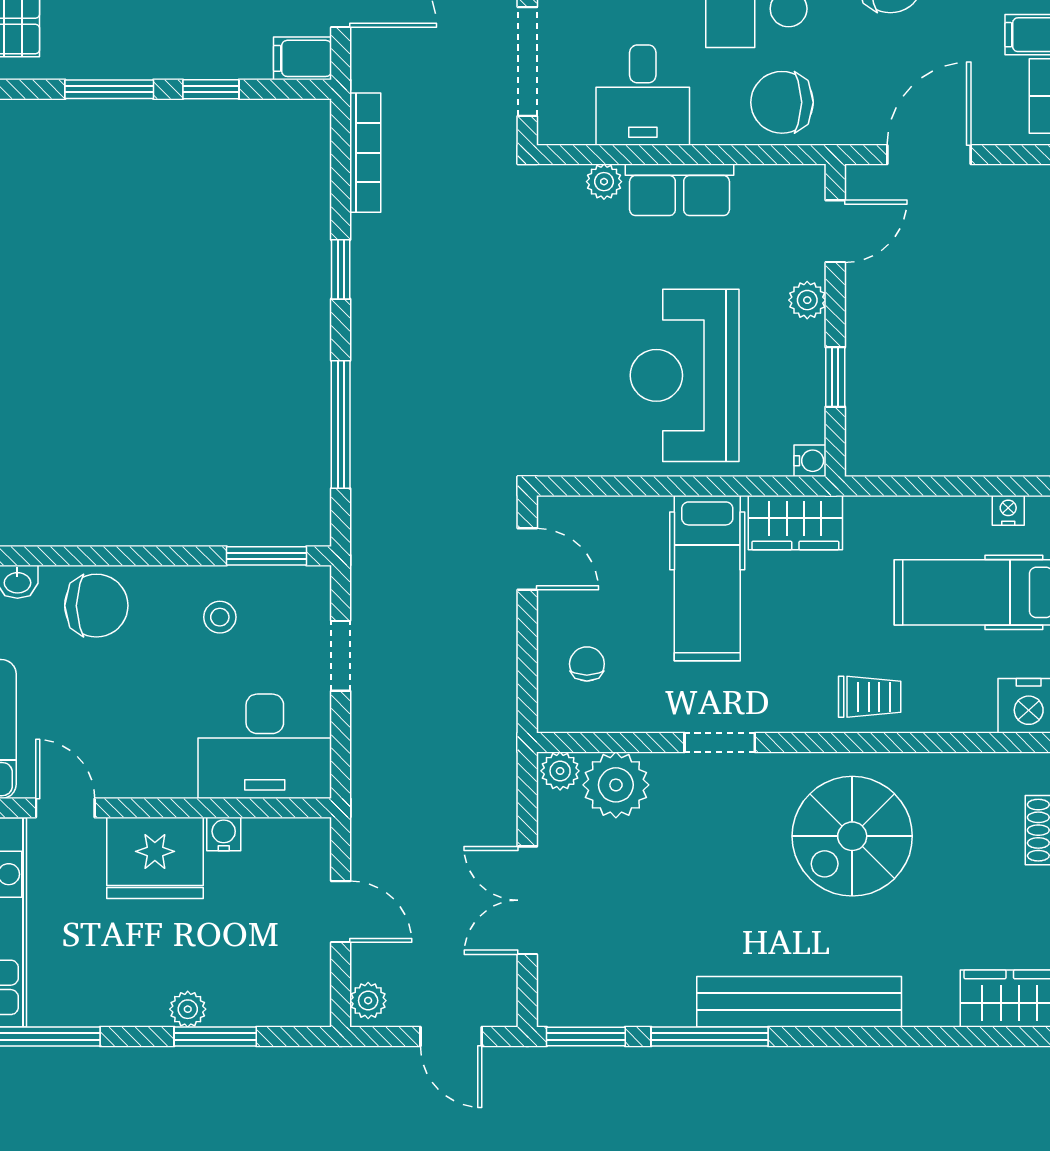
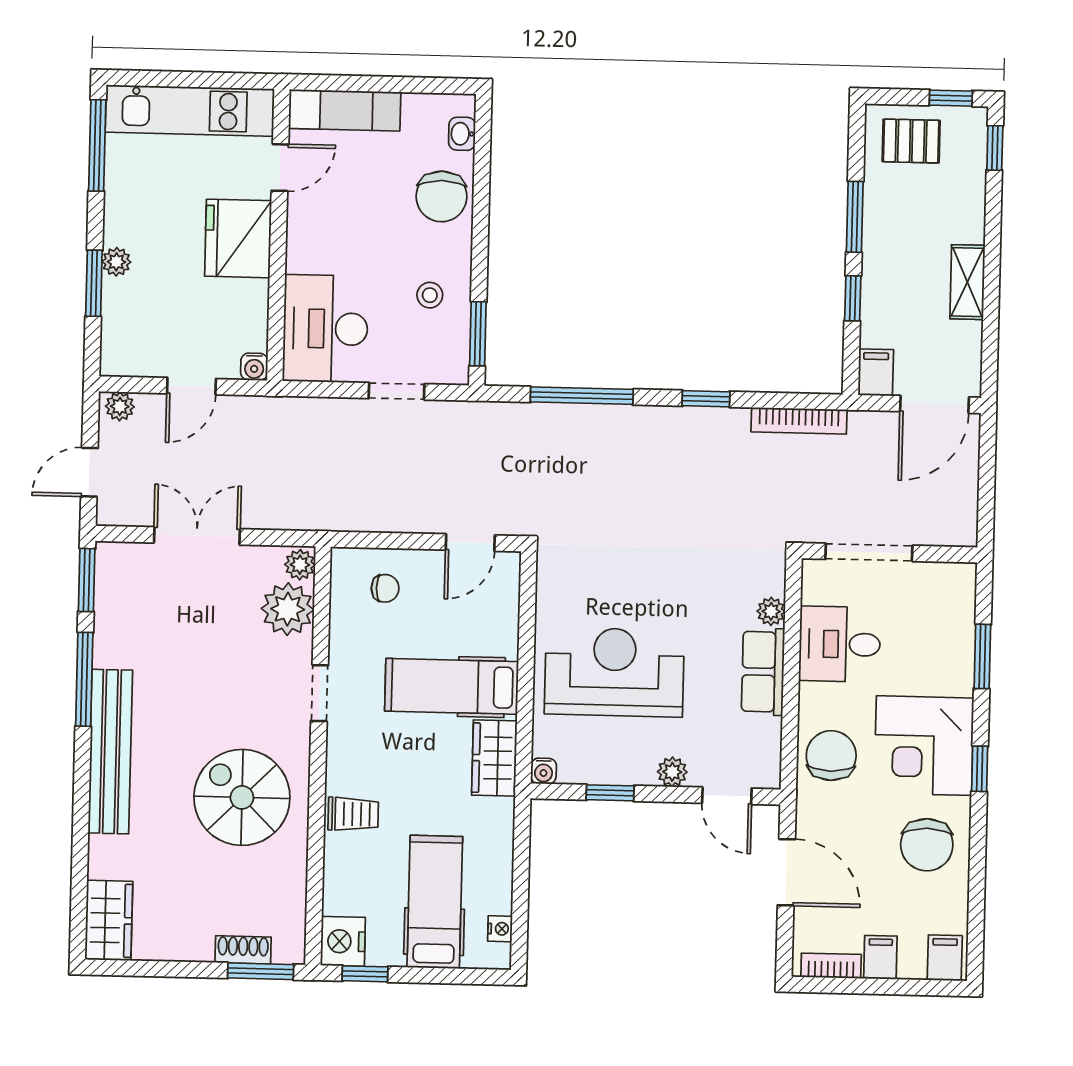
trolley: (870, 697) -> (353, 814), turned -90
water cooler: (224, 834) -> (254, 367), moved, turned 90

